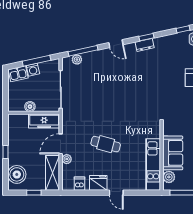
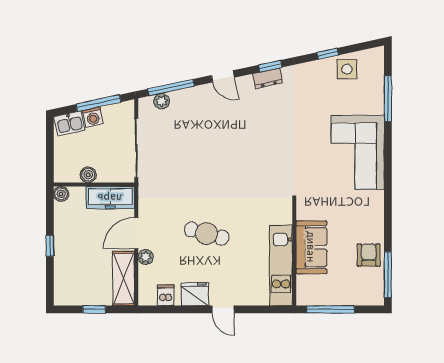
boiler: (17, 174) -> (61, 194), moved, width x0.54, depth x0.54
plant: (169, 177) -> (306, 285), removed

